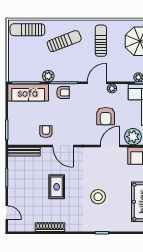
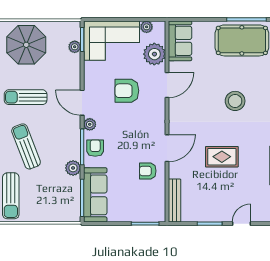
plant: (112, 88) -> (90, 124), moved
armchair: (106, 116) -> (127, 91), turned 180
door: (110, 146) -> (167, 85), swing flipped
door: (7, 213) -> (241, 224), moved

